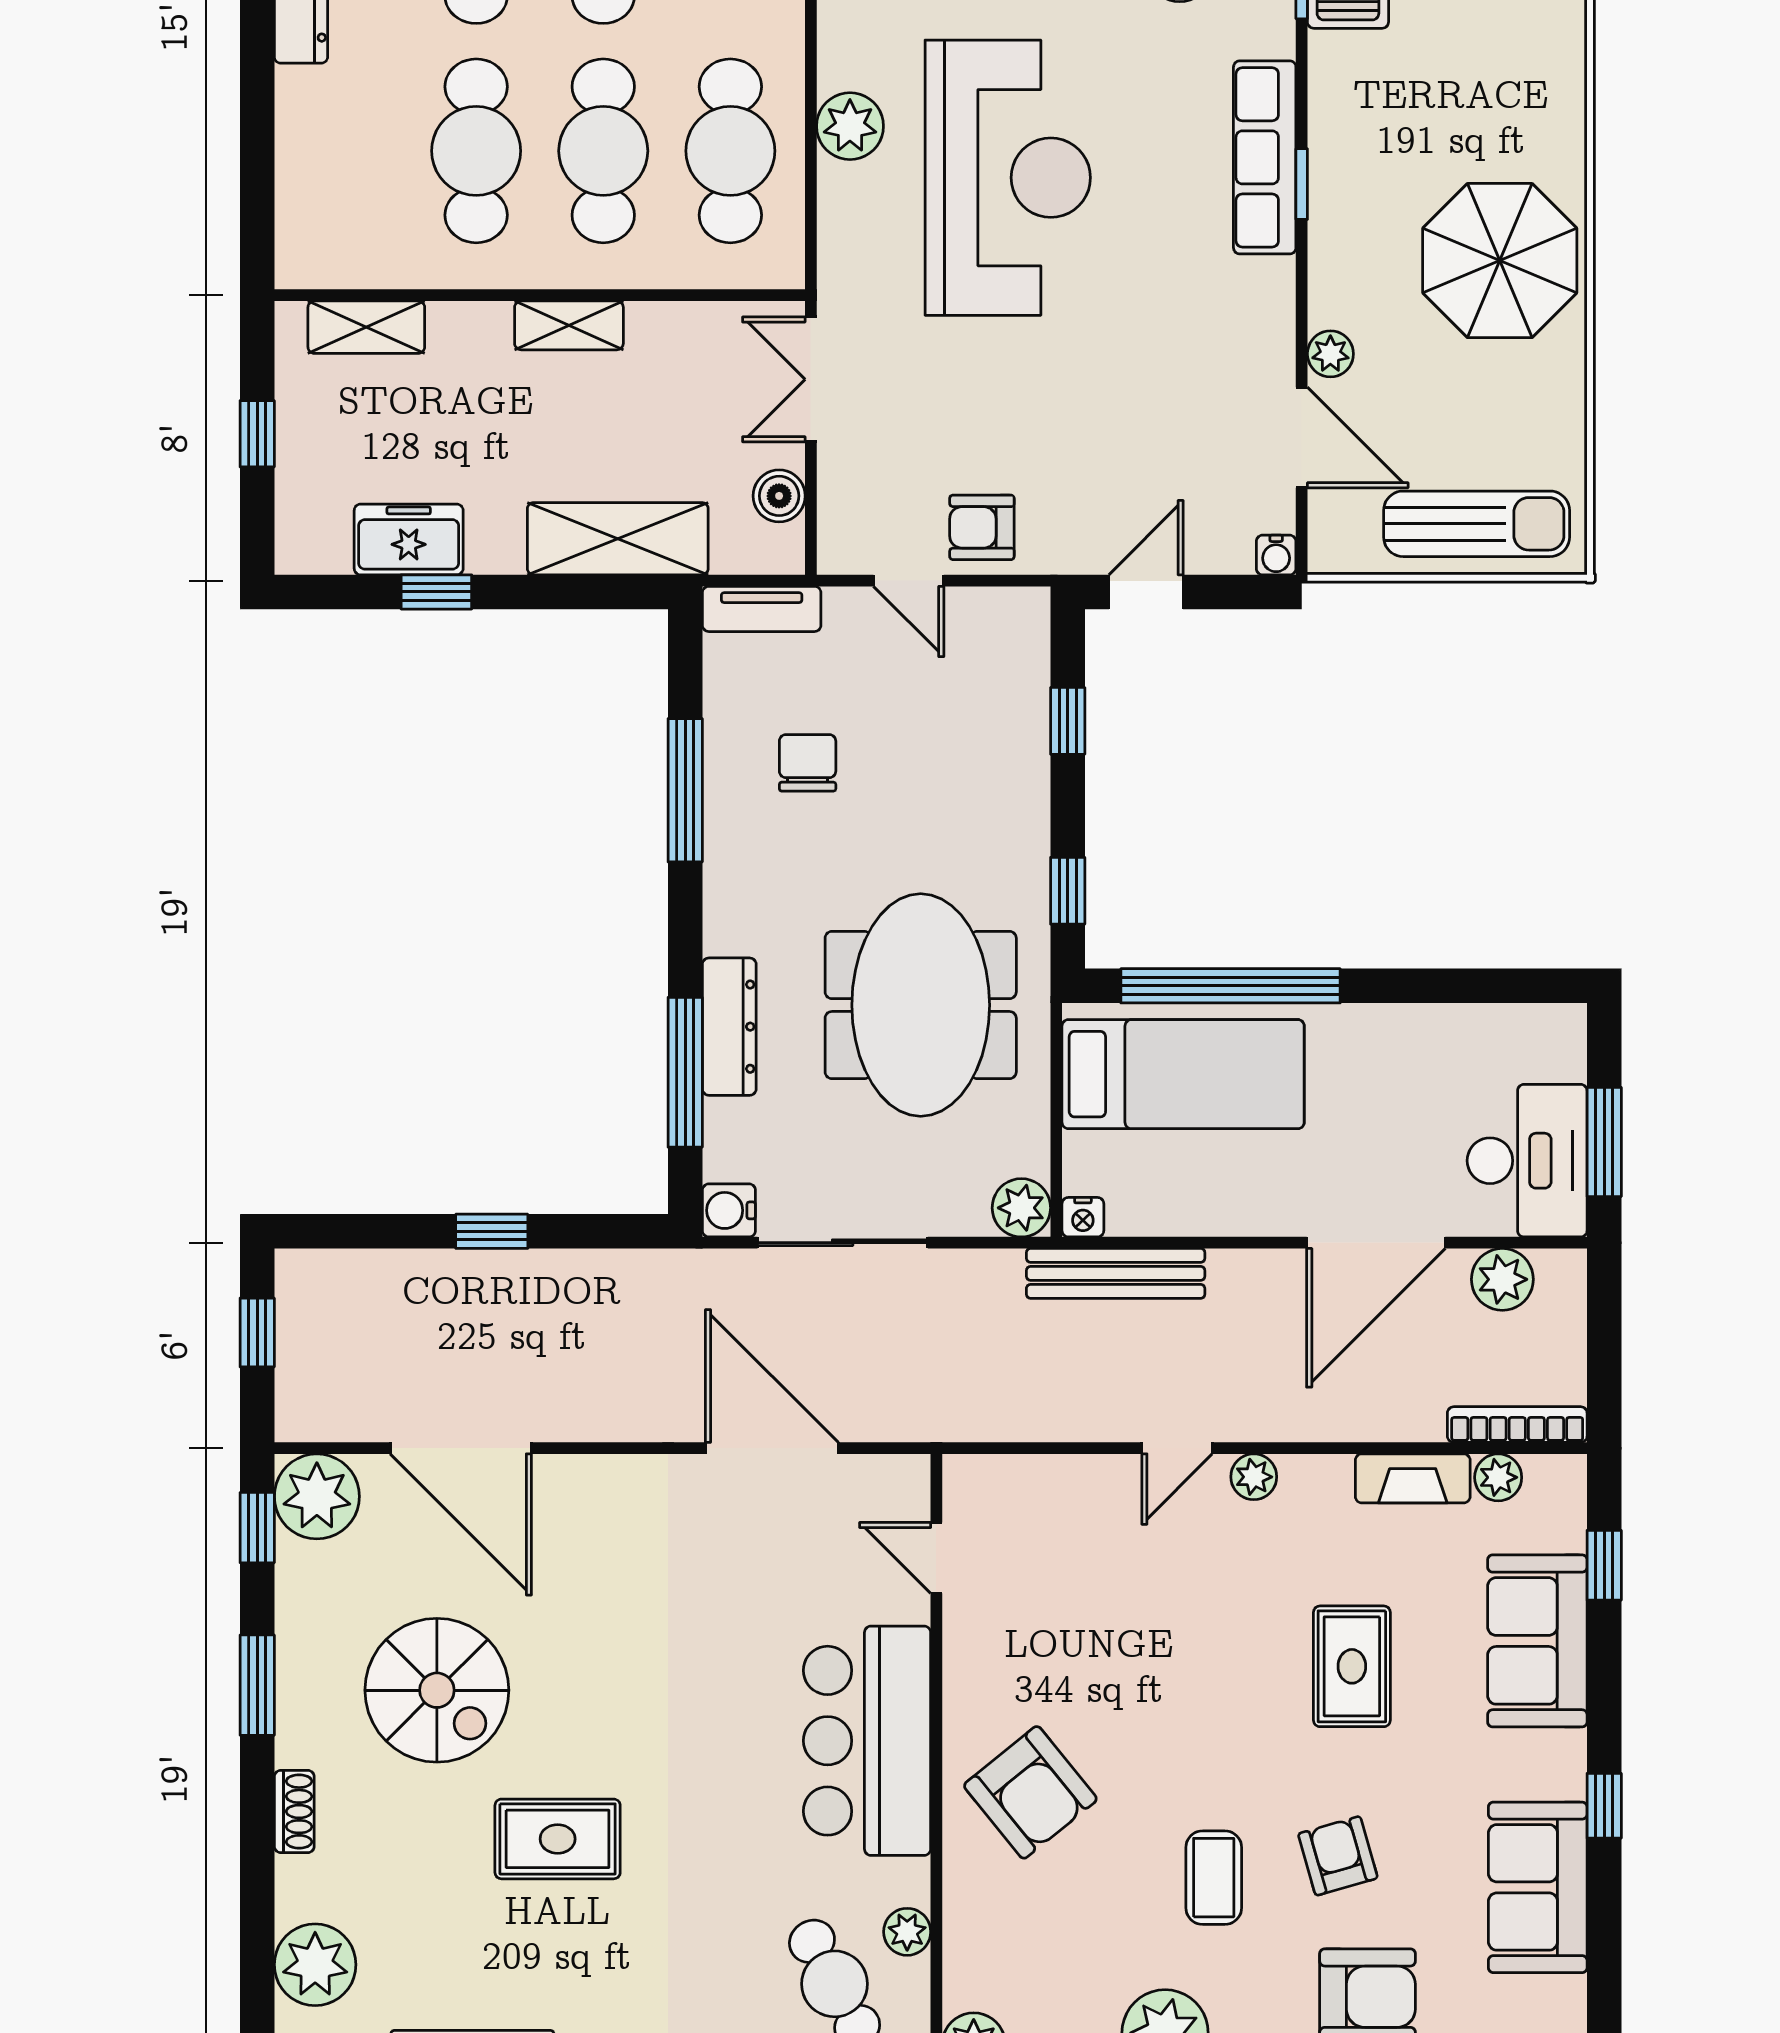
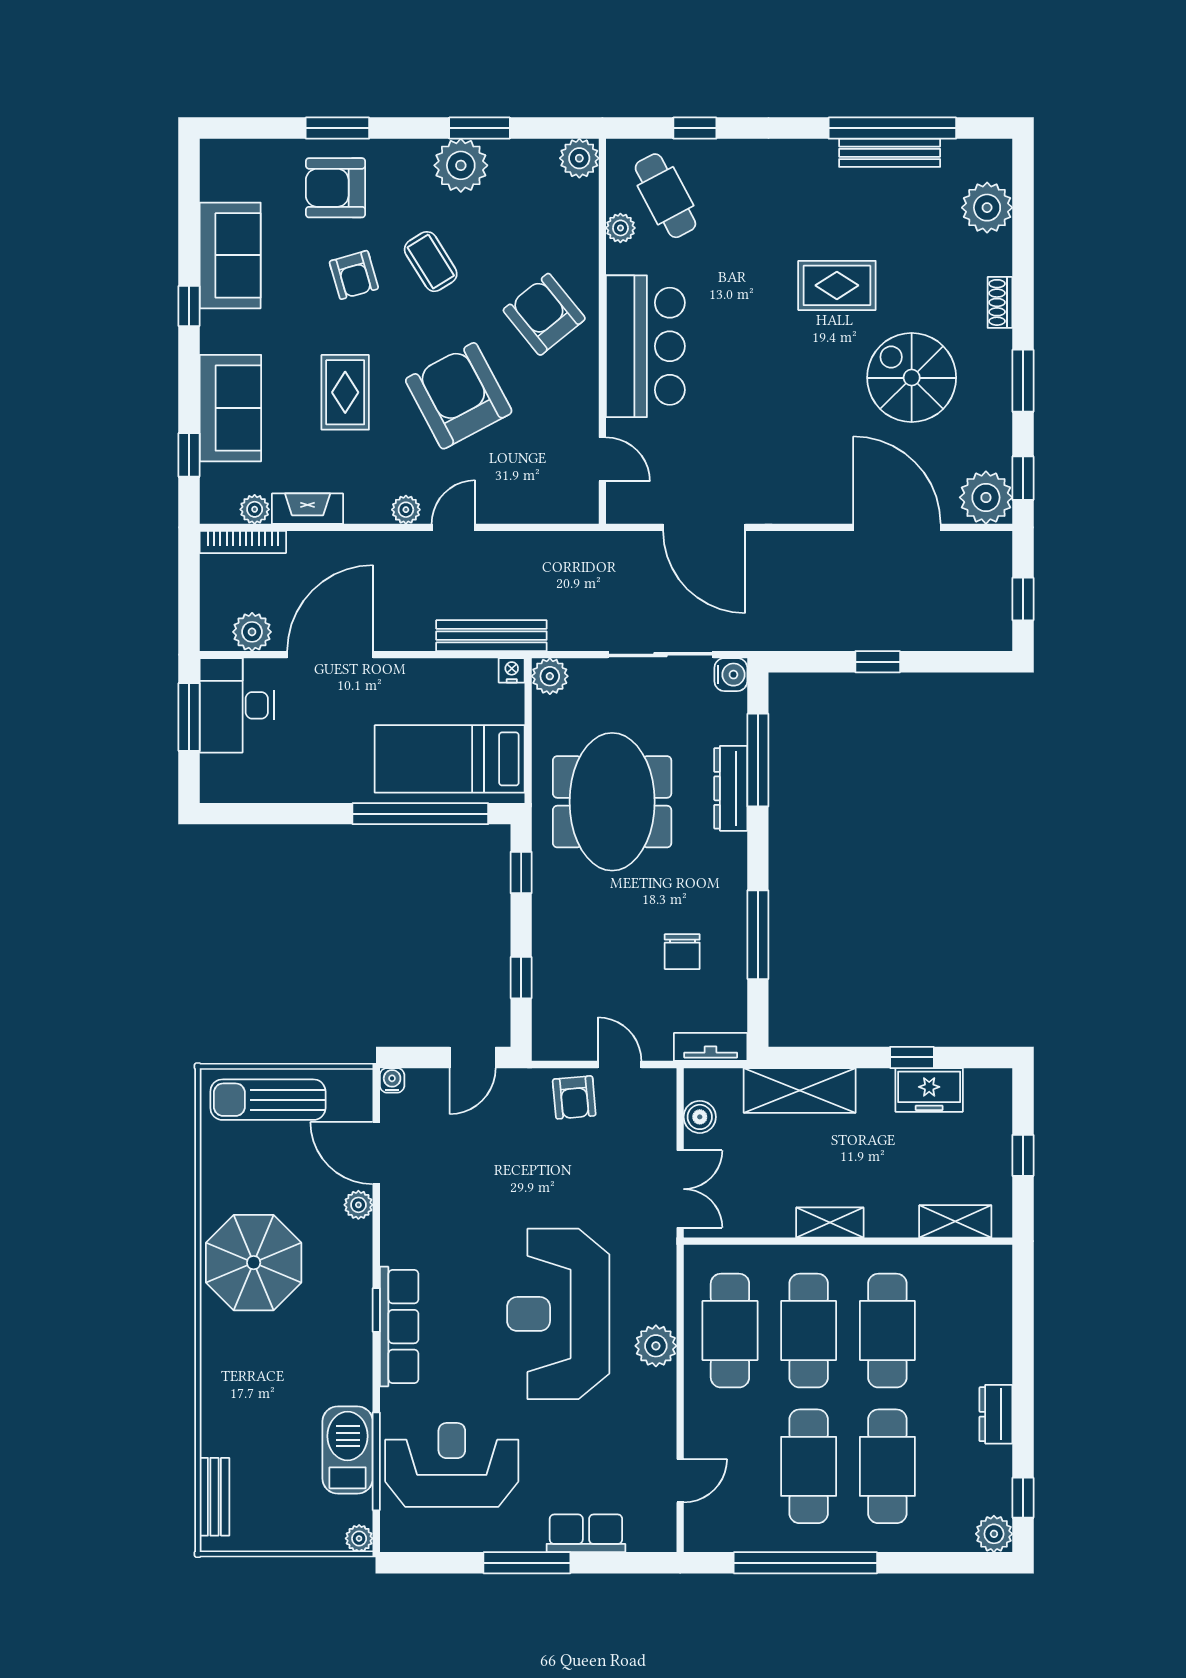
armchair: (982, 527) -> (574, 1097), turned 85
armchair: (1169, 1661) -> (459, 396), added
coffee table: (1214, 1878) -> (431, 262), turned -32

